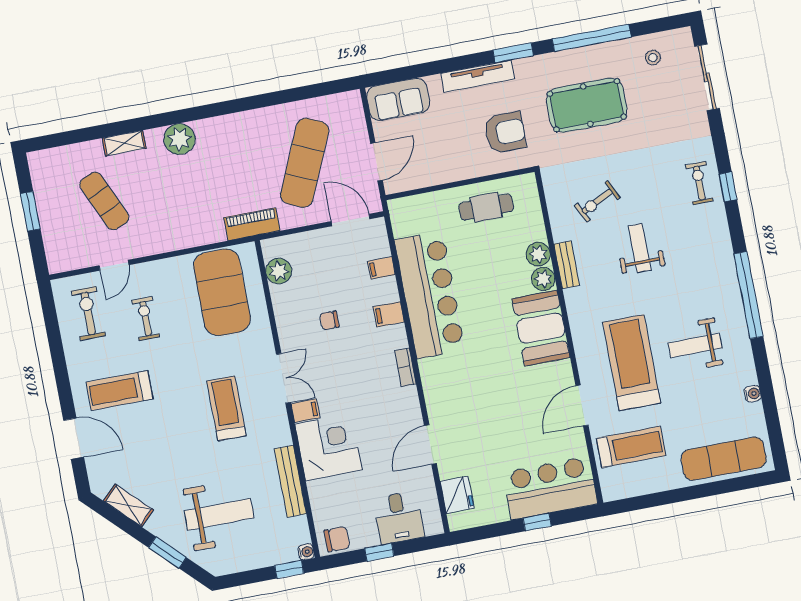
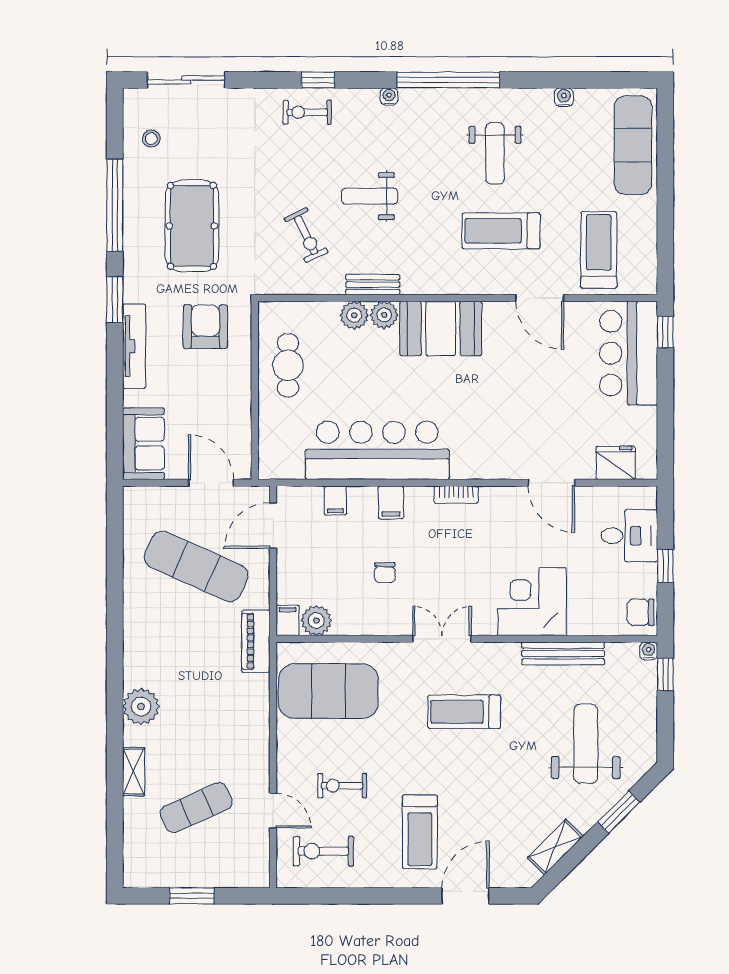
water cooler: (725, 248) -> (389, 96), added
treadmill: (632, 363) -> (501, 231), width x0.73, depth x0.73
filing cabinet: (305, 411) -> (288, 620), moved
window: (537, 522) -> (665, 332), moved
chair: (337, 539) -> (641, 612), turned -90

